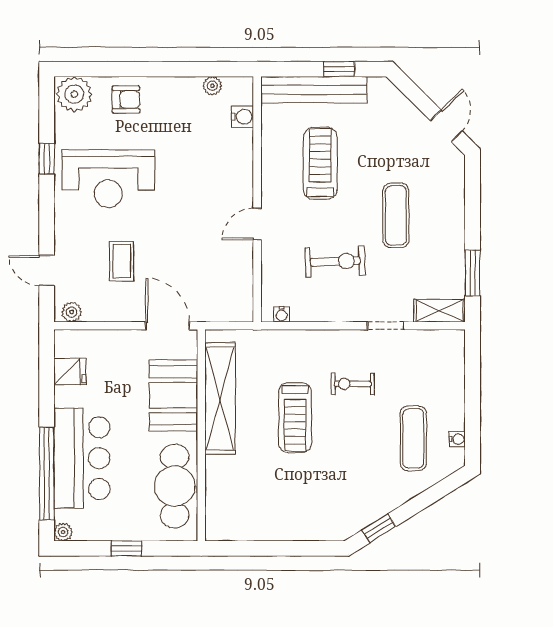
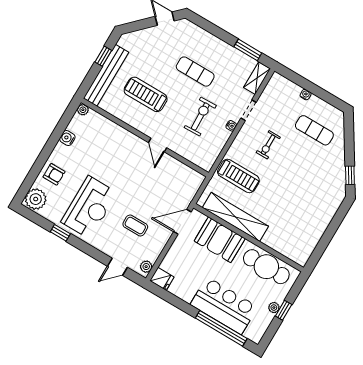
plant: (212, 86) -> (83, 110), moved
armchair: (126, 99) -> (54, 174), turned 90
water cooler: (242, 117) -> (67, 138), moved, turned -90
water cooler: (282, 314) -> (231, 126), moved
fridge: (70, 372) -> (162, 279), moved, turned 90
treadmill: (295, 418) -> (238, 176), moved
water cooler: (457, 439) -> (306, 95), moved
plant: (63, 532) -> (274, 308), moved

